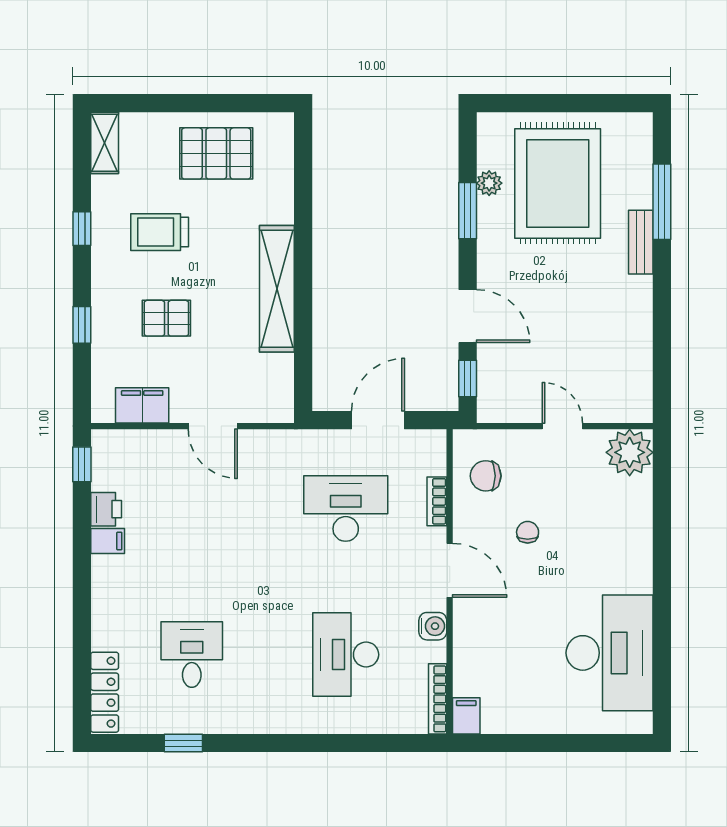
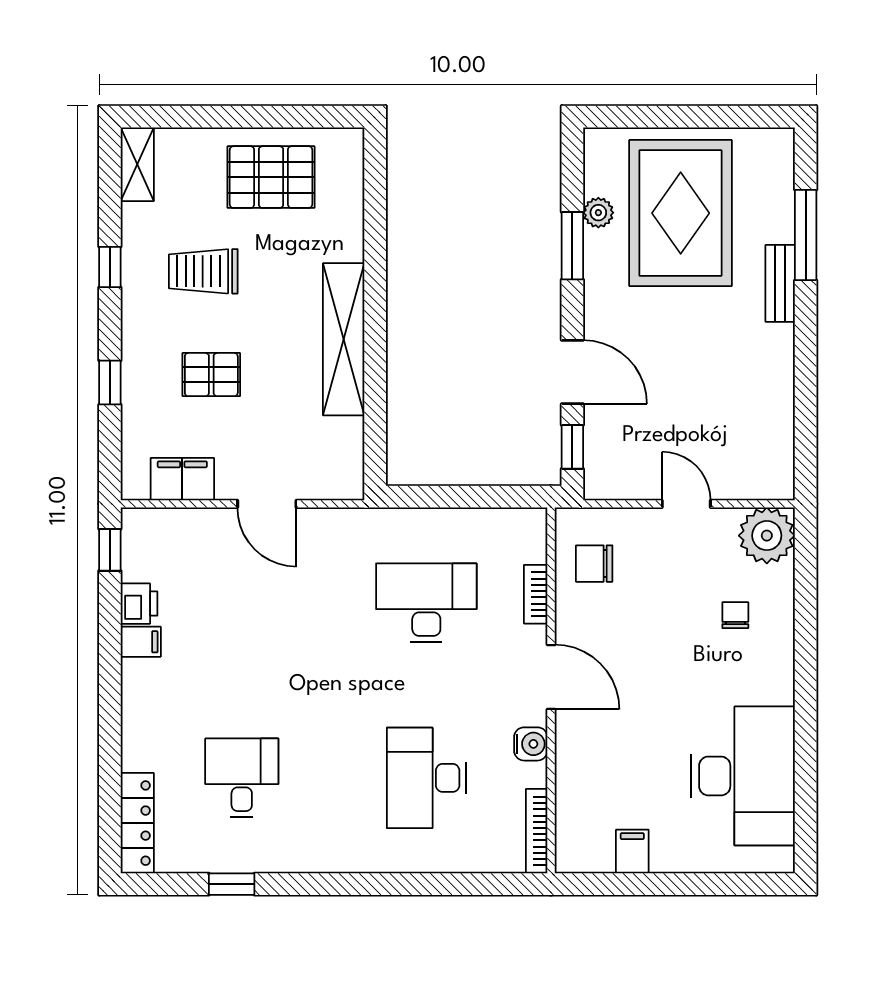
door: (378, 420) -> (465, 497), removed
chair: (528, 532) -> (735, 615), moved
filing cabinet: (466, 716) -> (632, 851), moved

